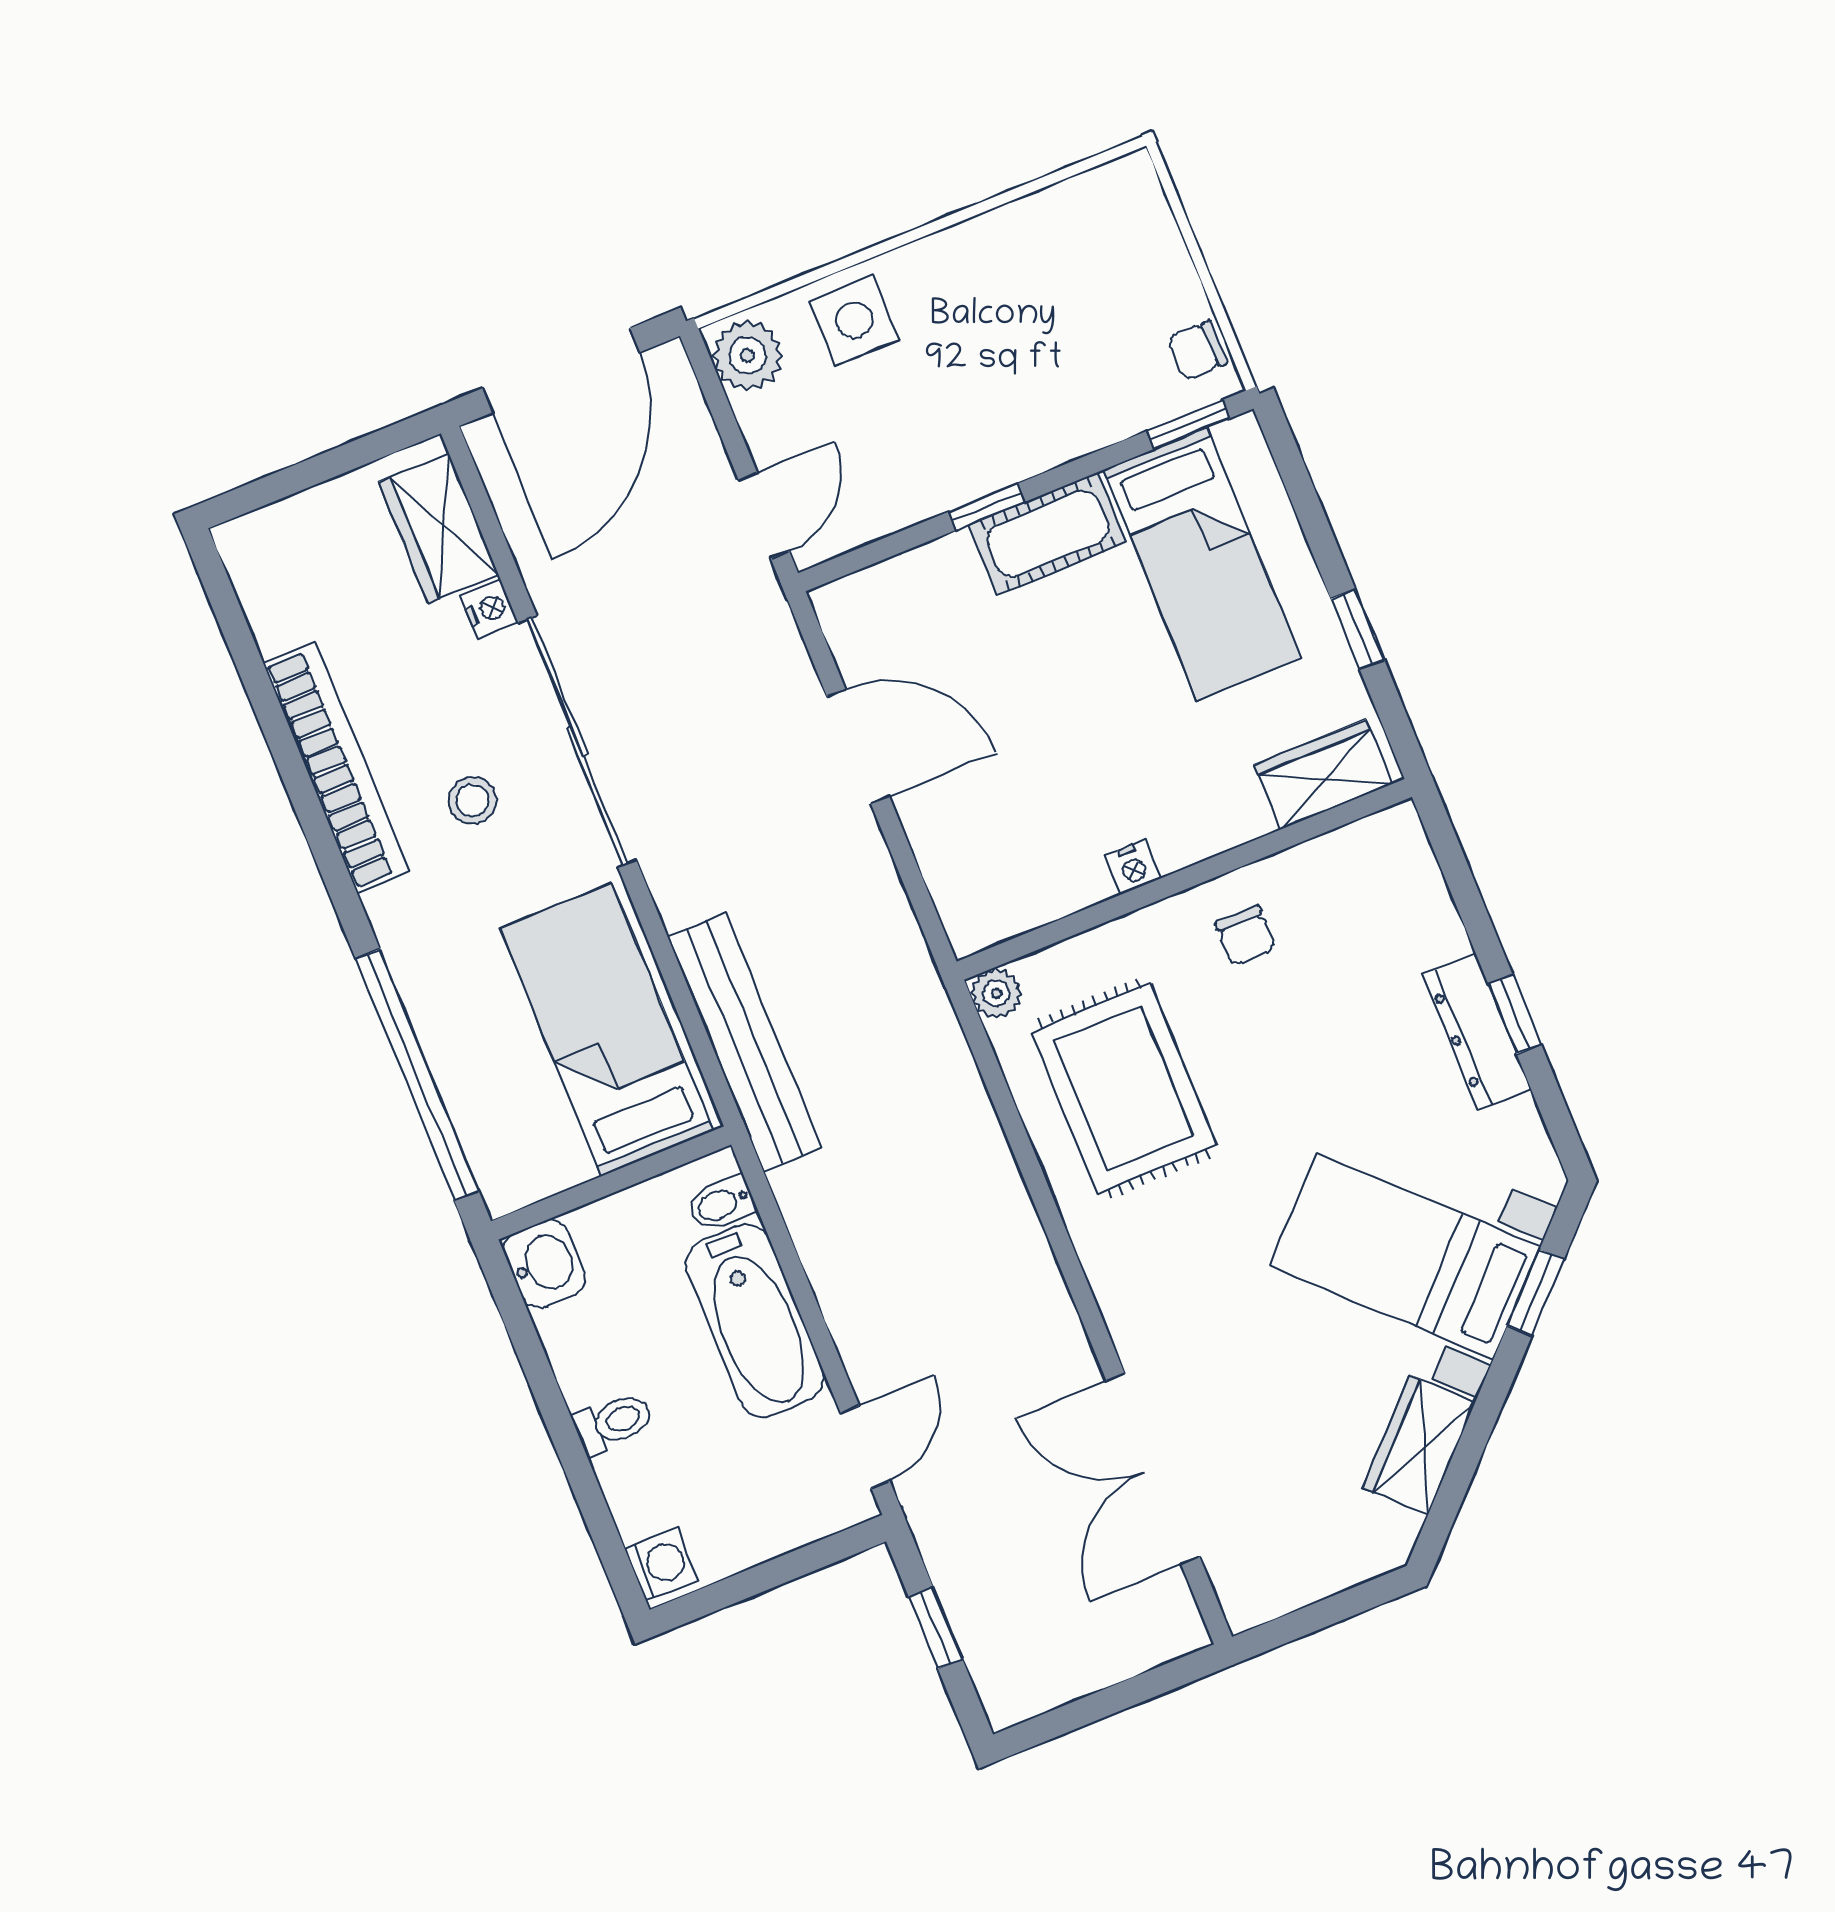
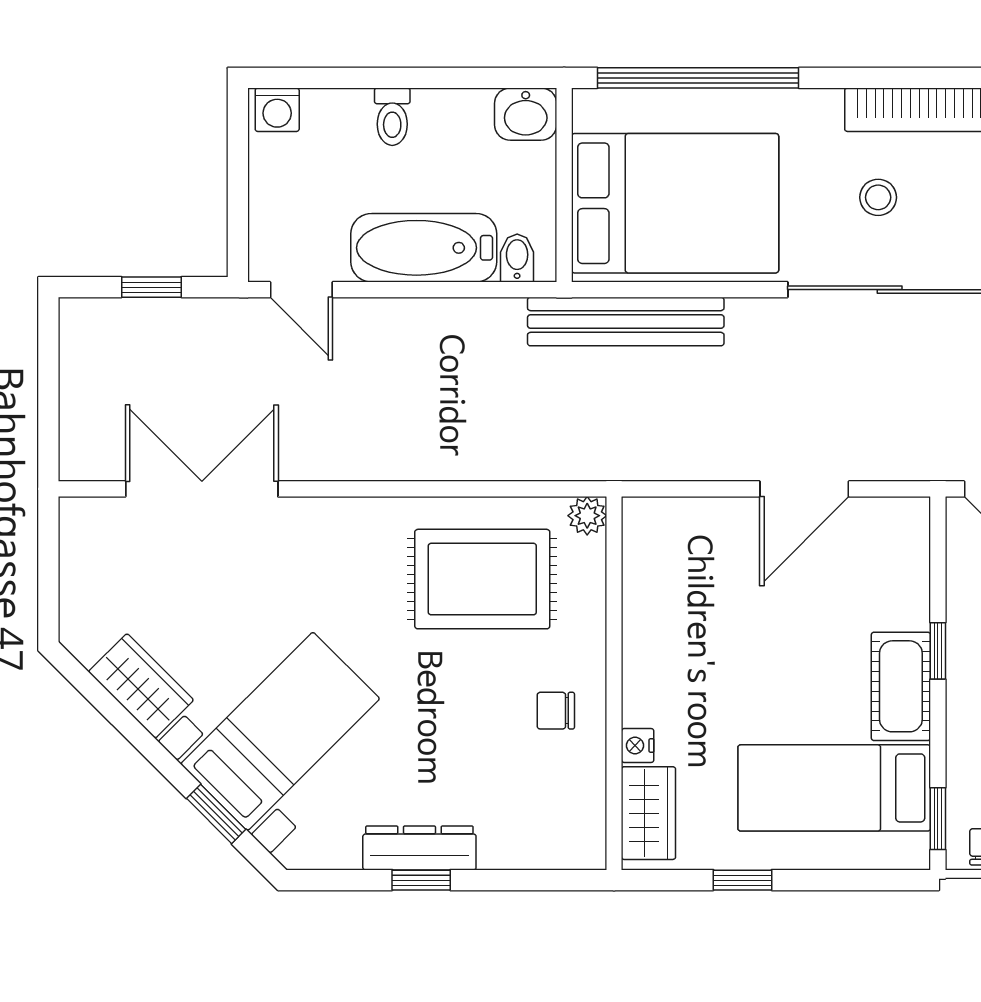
nightstand: (1133, 867) -> (638, 746), moved
bed: (607, 1030) -> (675, 203), width x1.50

